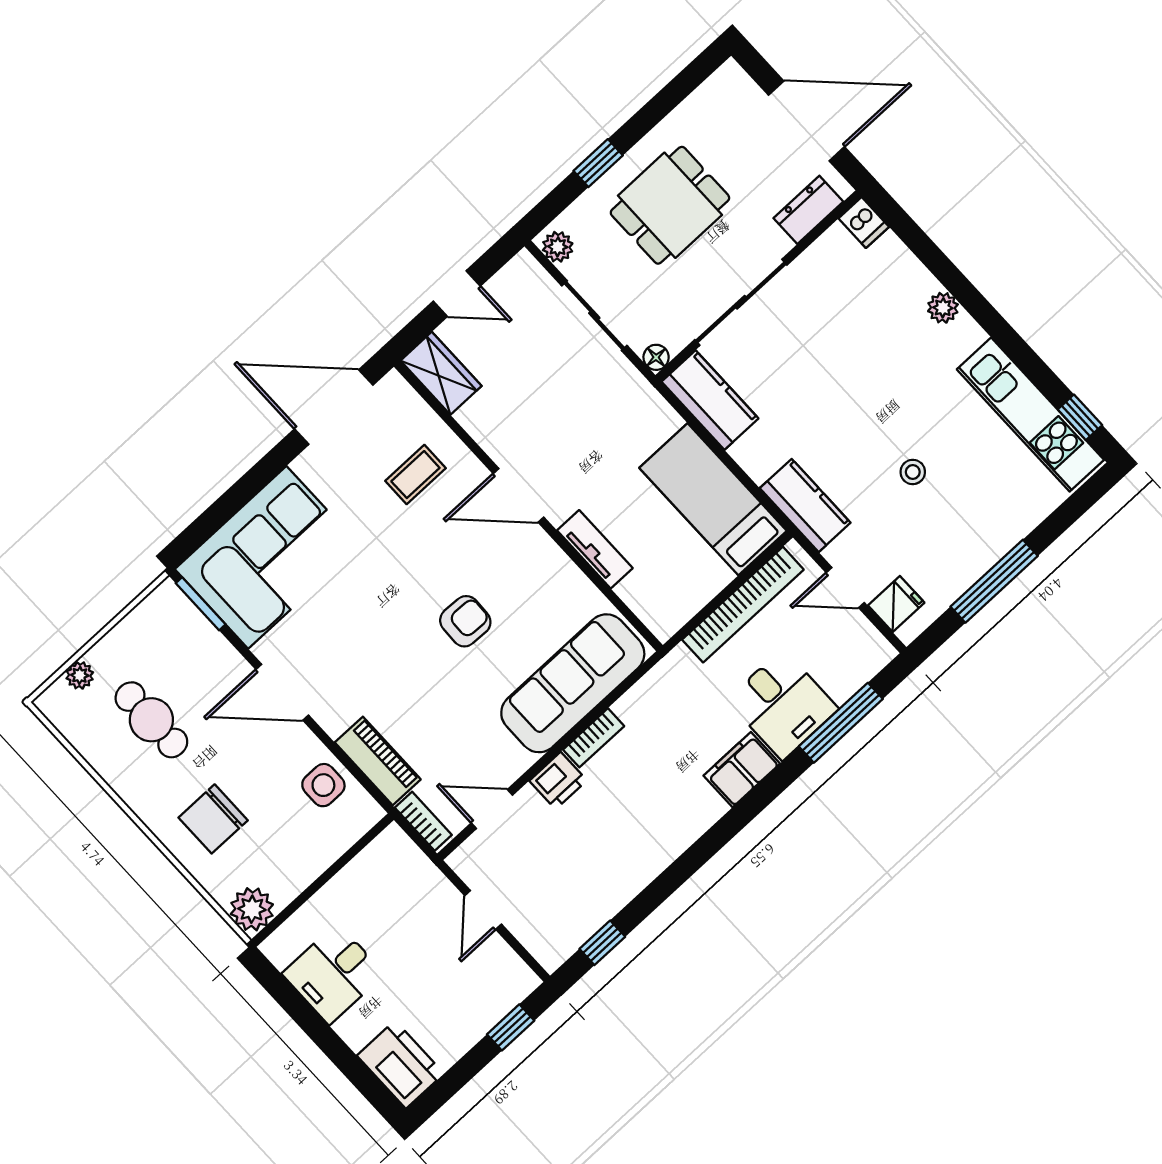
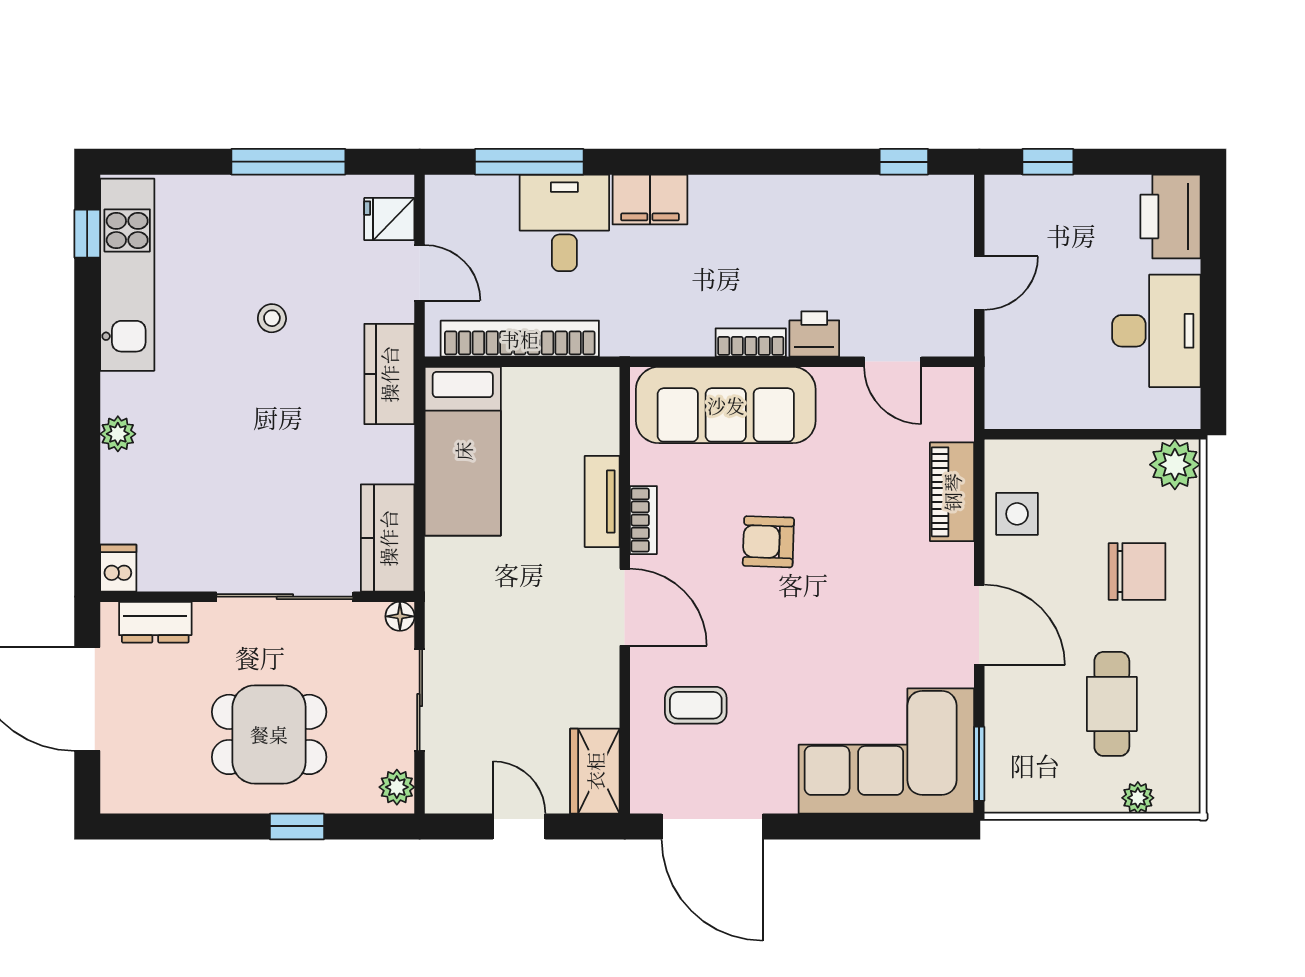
bookcase: (423, 821) -> (643, 520), moved, turned 180
desk: (333, 974) -> (1156, 331), width x1.37

